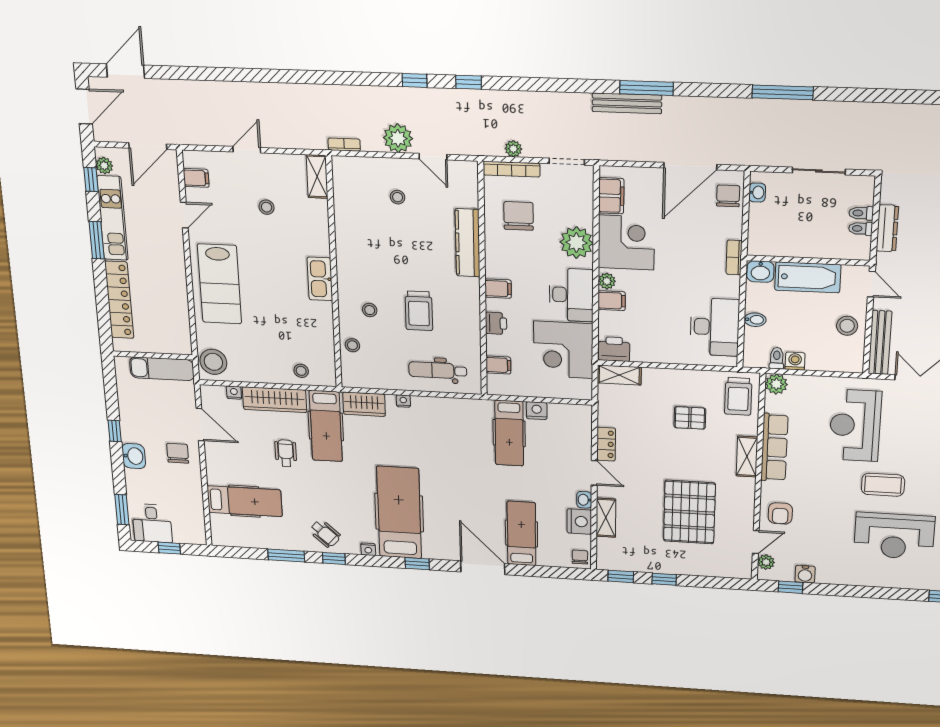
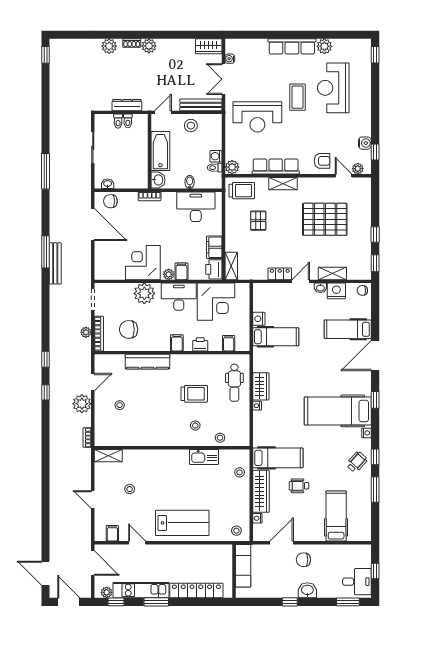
filing cabinet: (611, 196) -> (214, 247), moved, turned -90
kitchen sink: (320, 279) -> (204, 457), moved
stool: (213, 362) -> (236, 531), width x0.53, depth x0.53
wardrobe: (364, 404) -> (261, 386), moved
reception desk: (894, 536) -> (333, 88), turned 180

